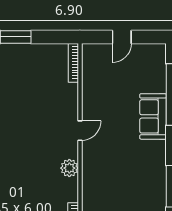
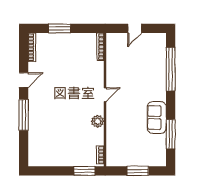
sofa: (153, 116) -> (157, 118), moved

